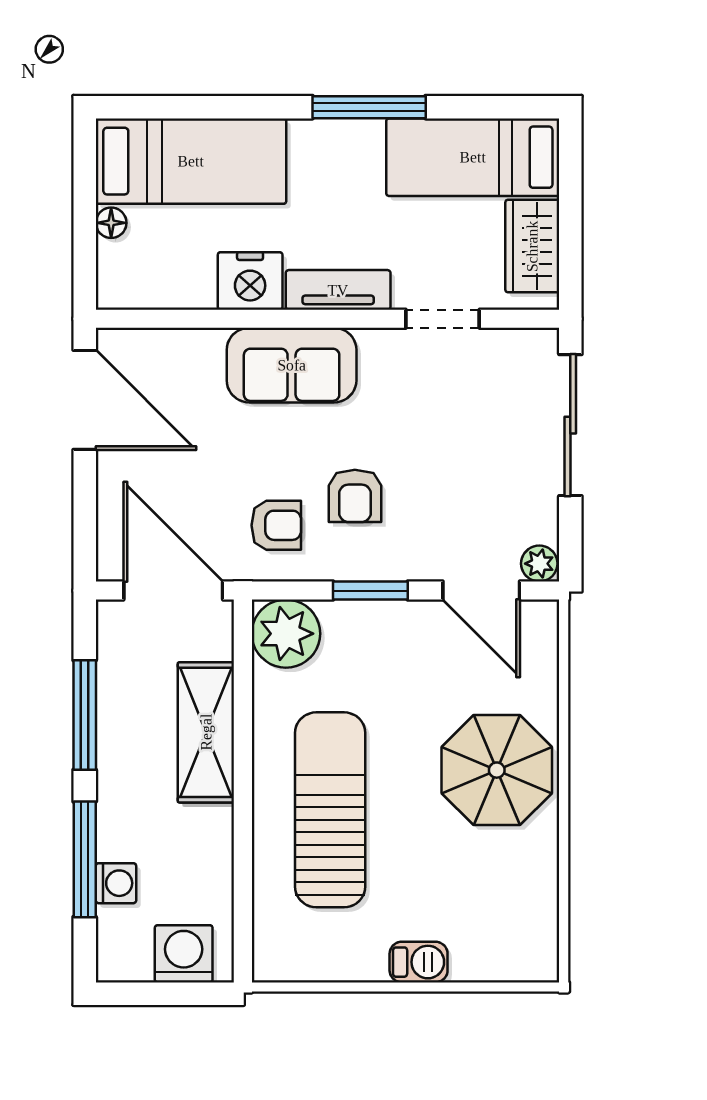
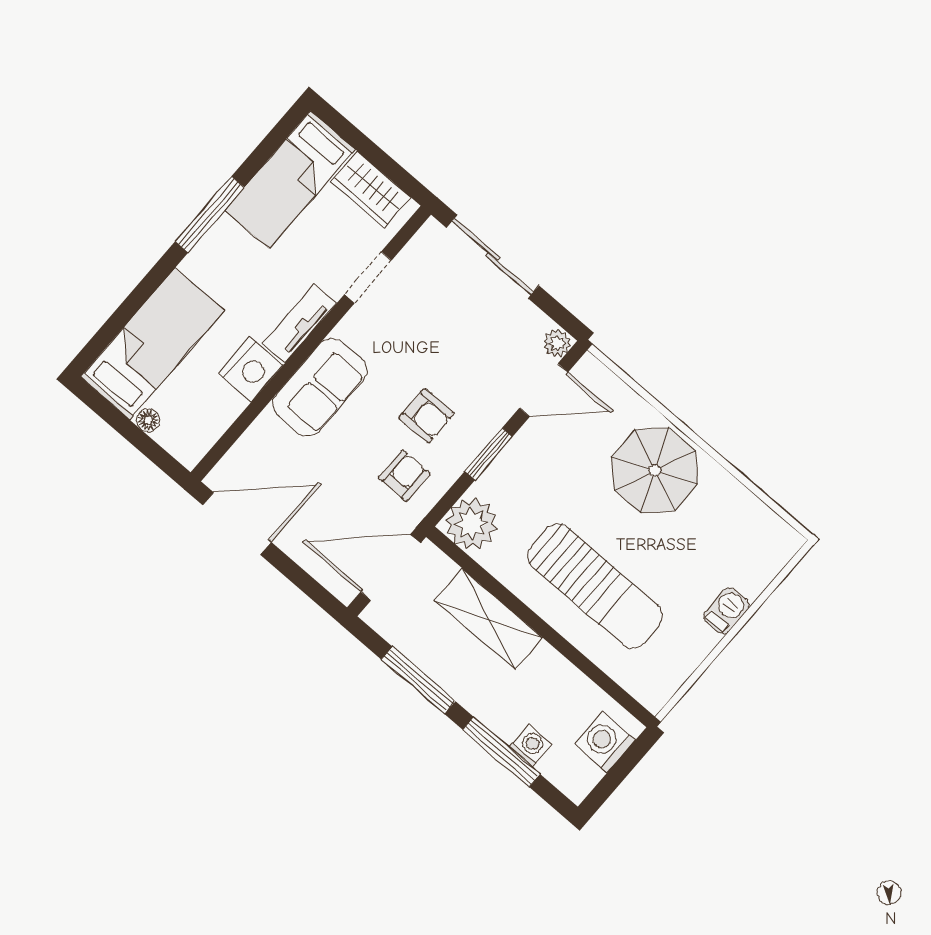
sun lounger: (330, 810) -> (595, 586), turned 180

